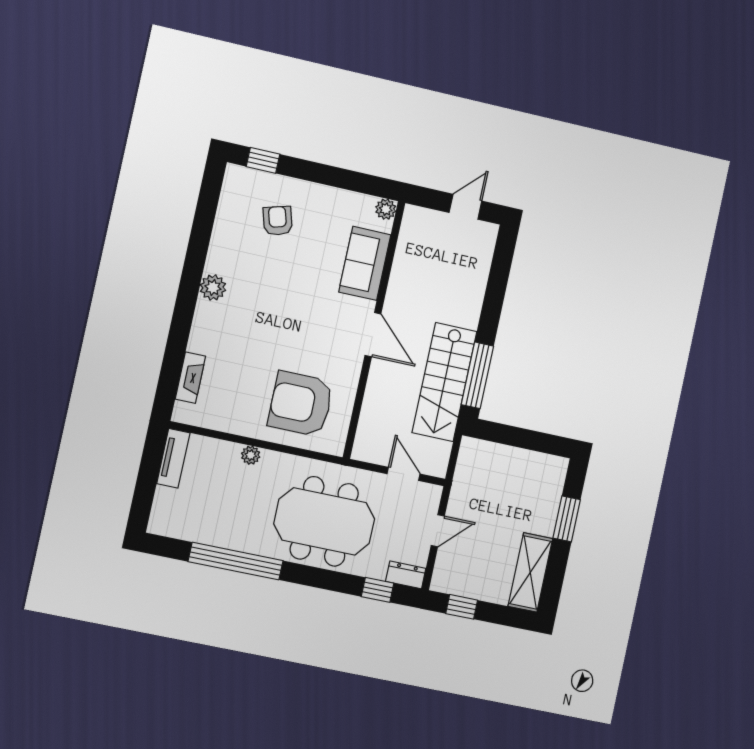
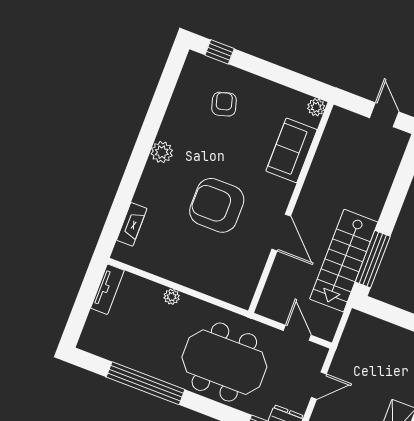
door: (465, 207) -> (384, 115), hinge flipped
door: (373, 335) -> (281, 233), moved
armchair: (301, 404) -> (217, 205), moved

